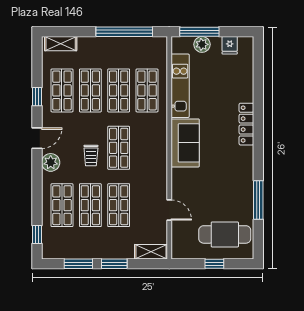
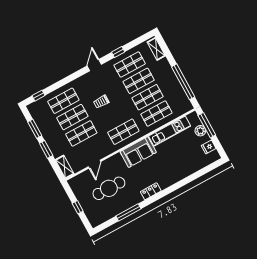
locker: (246, 124) -> (151, 191), moved, width x0.66
door: (37, 138) -> (94, 65), swing flipped
shop shelf: (119, 148) -> (123, 132), moved
plant: (51, 162) -> (84, 81), removed
cafe table: (225, 234) -> (109, 188), moved, turned 90

